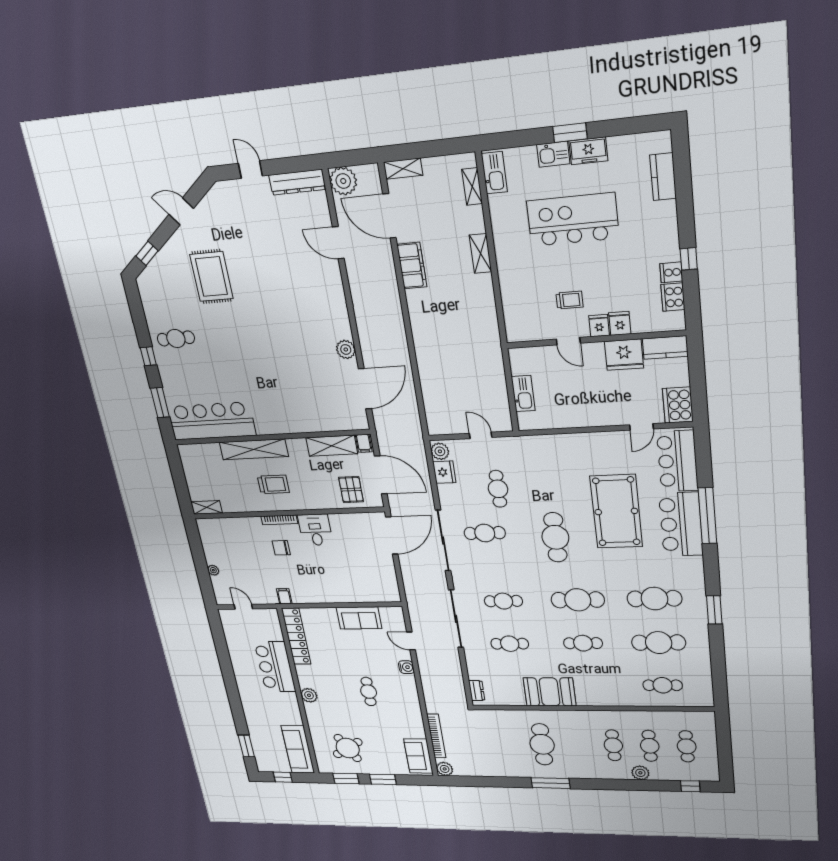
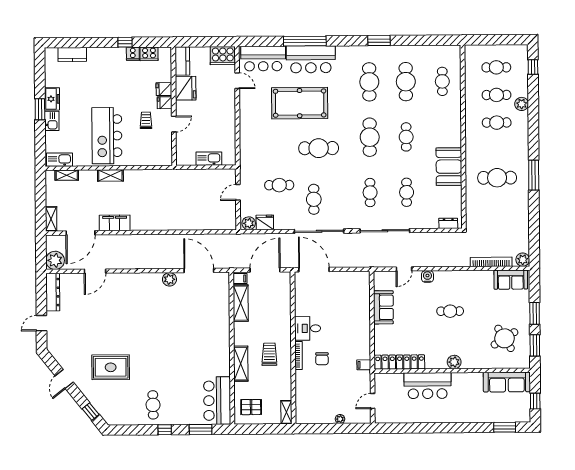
kitchen island: (573, 220) -> (107, 136), moved
bar counter: (212, 421) -> (217, 401), width x0.73
shelving: (254, 449) -> (241, 364), width x0.68
pallet: (351, 490) -> (251, 407), moved

